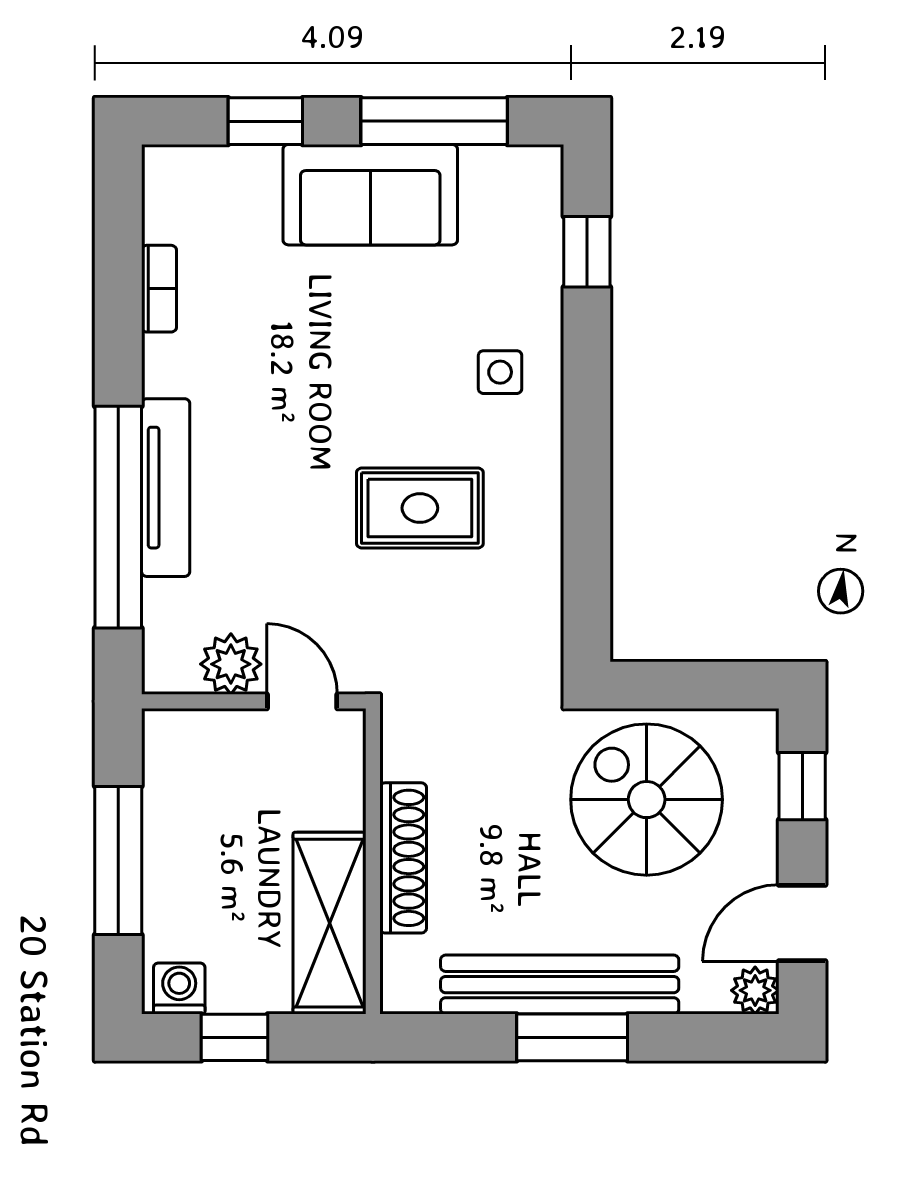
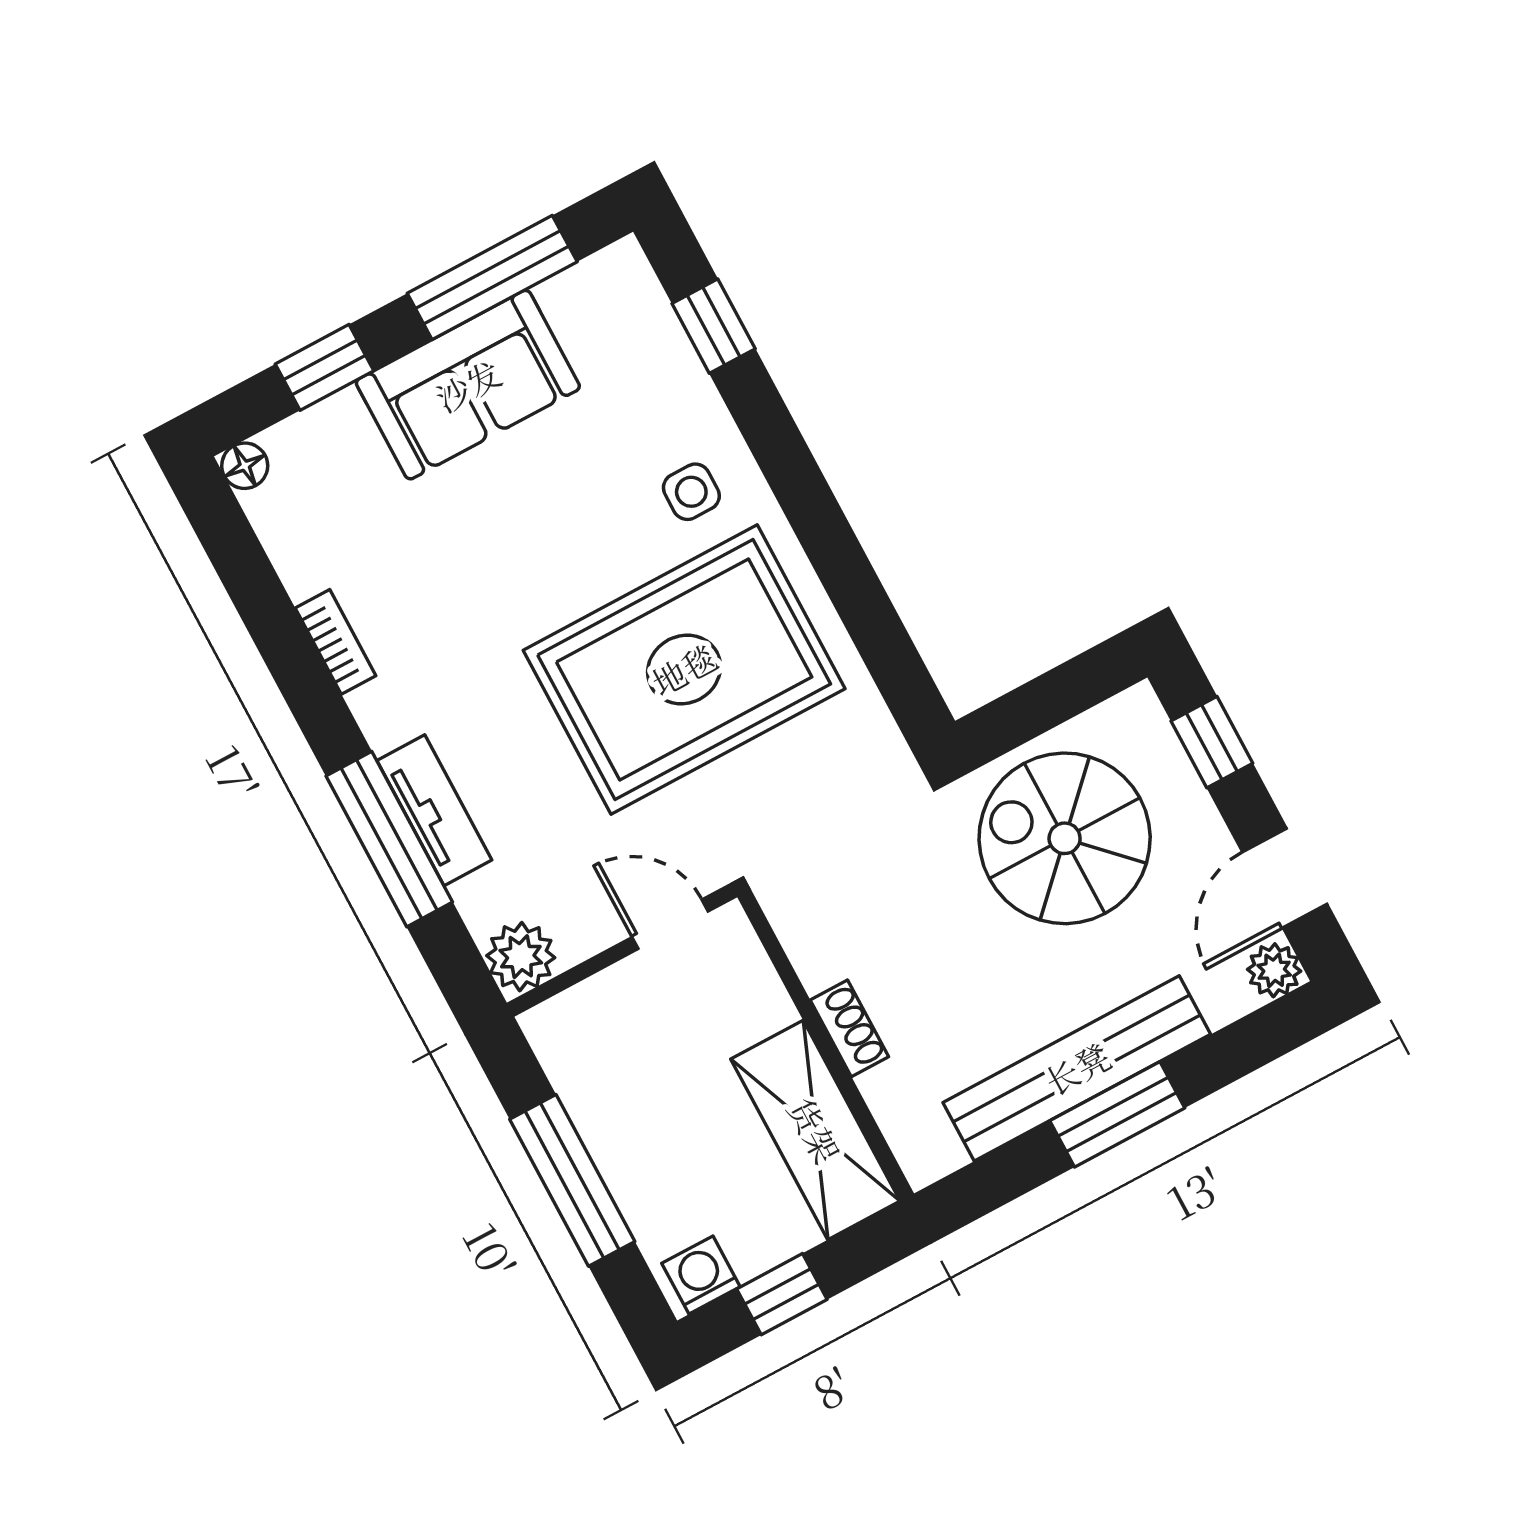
floor lamp: (162, 165) -> (245, 466), added
bookcase: (159, 289) -> (336, 642), moved
tv unit: (166, 488) -> (434, 810), width x0.71
rug: (420, 508) -> (684, 669), width x1.86, depth x2.06
window: (118, 517) -> (389, 839), width x0.68
plant: (231, 664) -> (521, 957), moved
shoe rack: (403, 858) -> (849, 1028), width x0.51, depth x0.81

